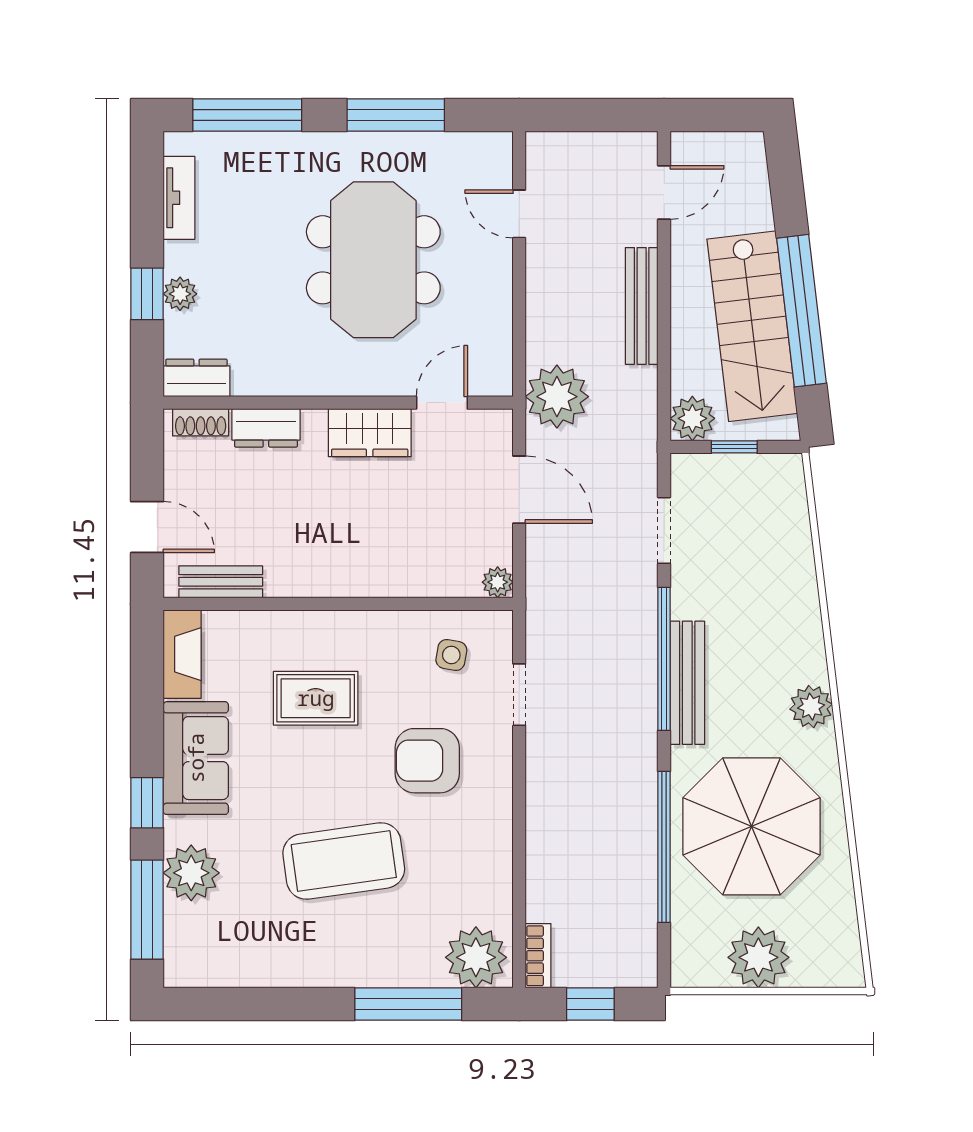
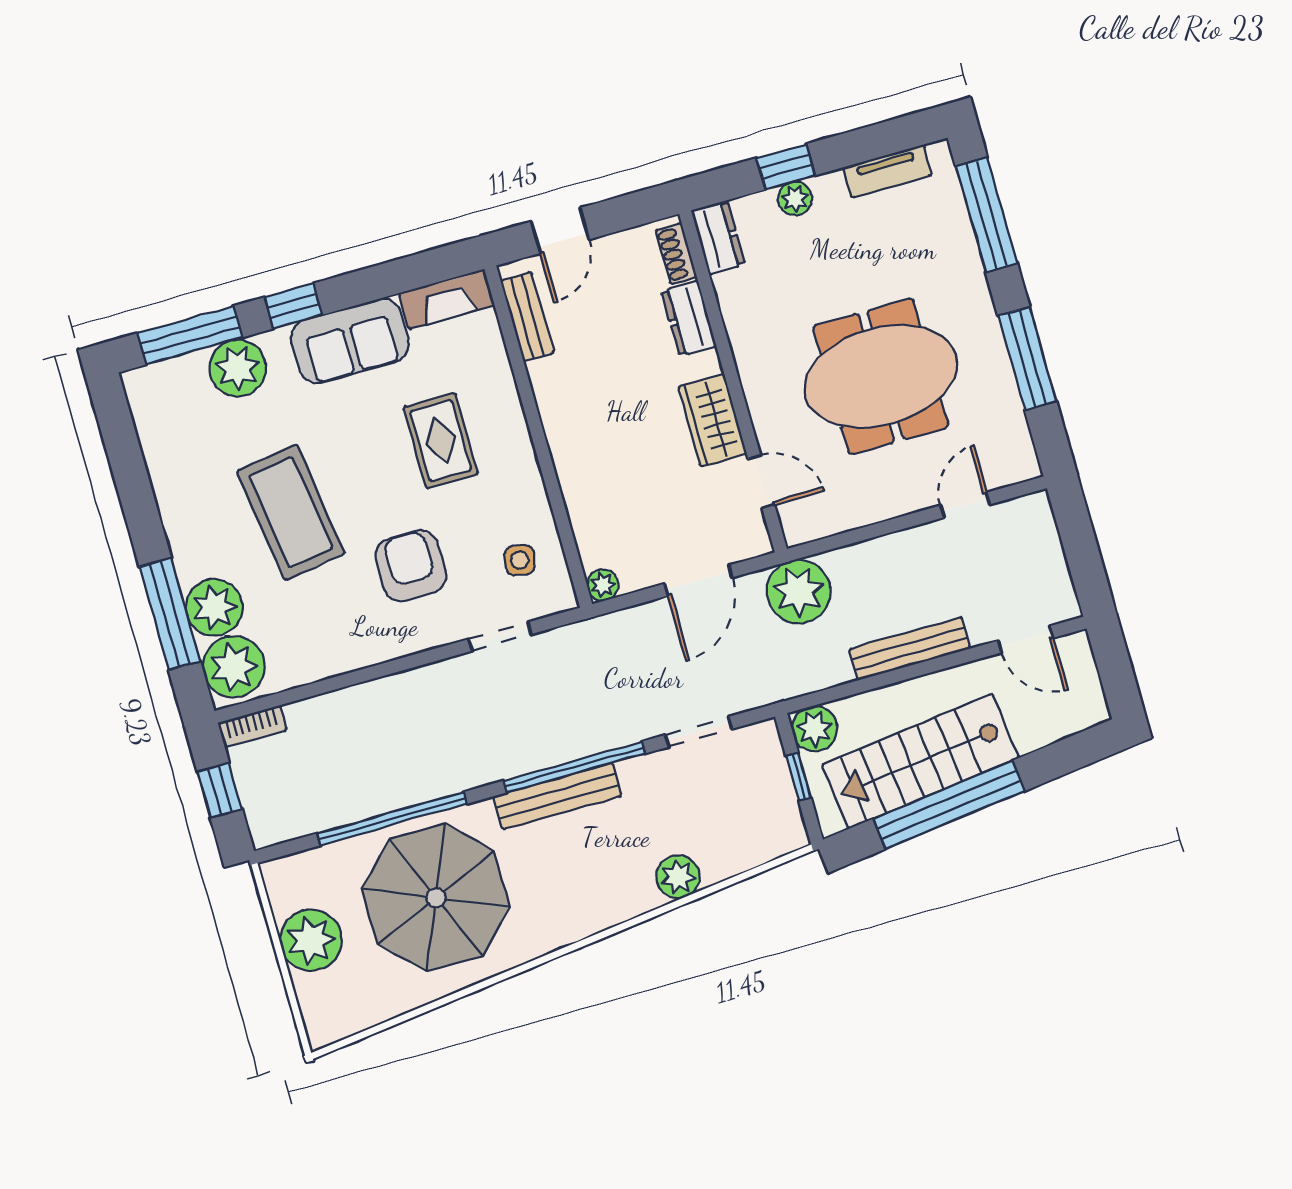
plant: (811, 707) -> (678, 877), moved
plant: (414, 960) -> (214, 607), added

